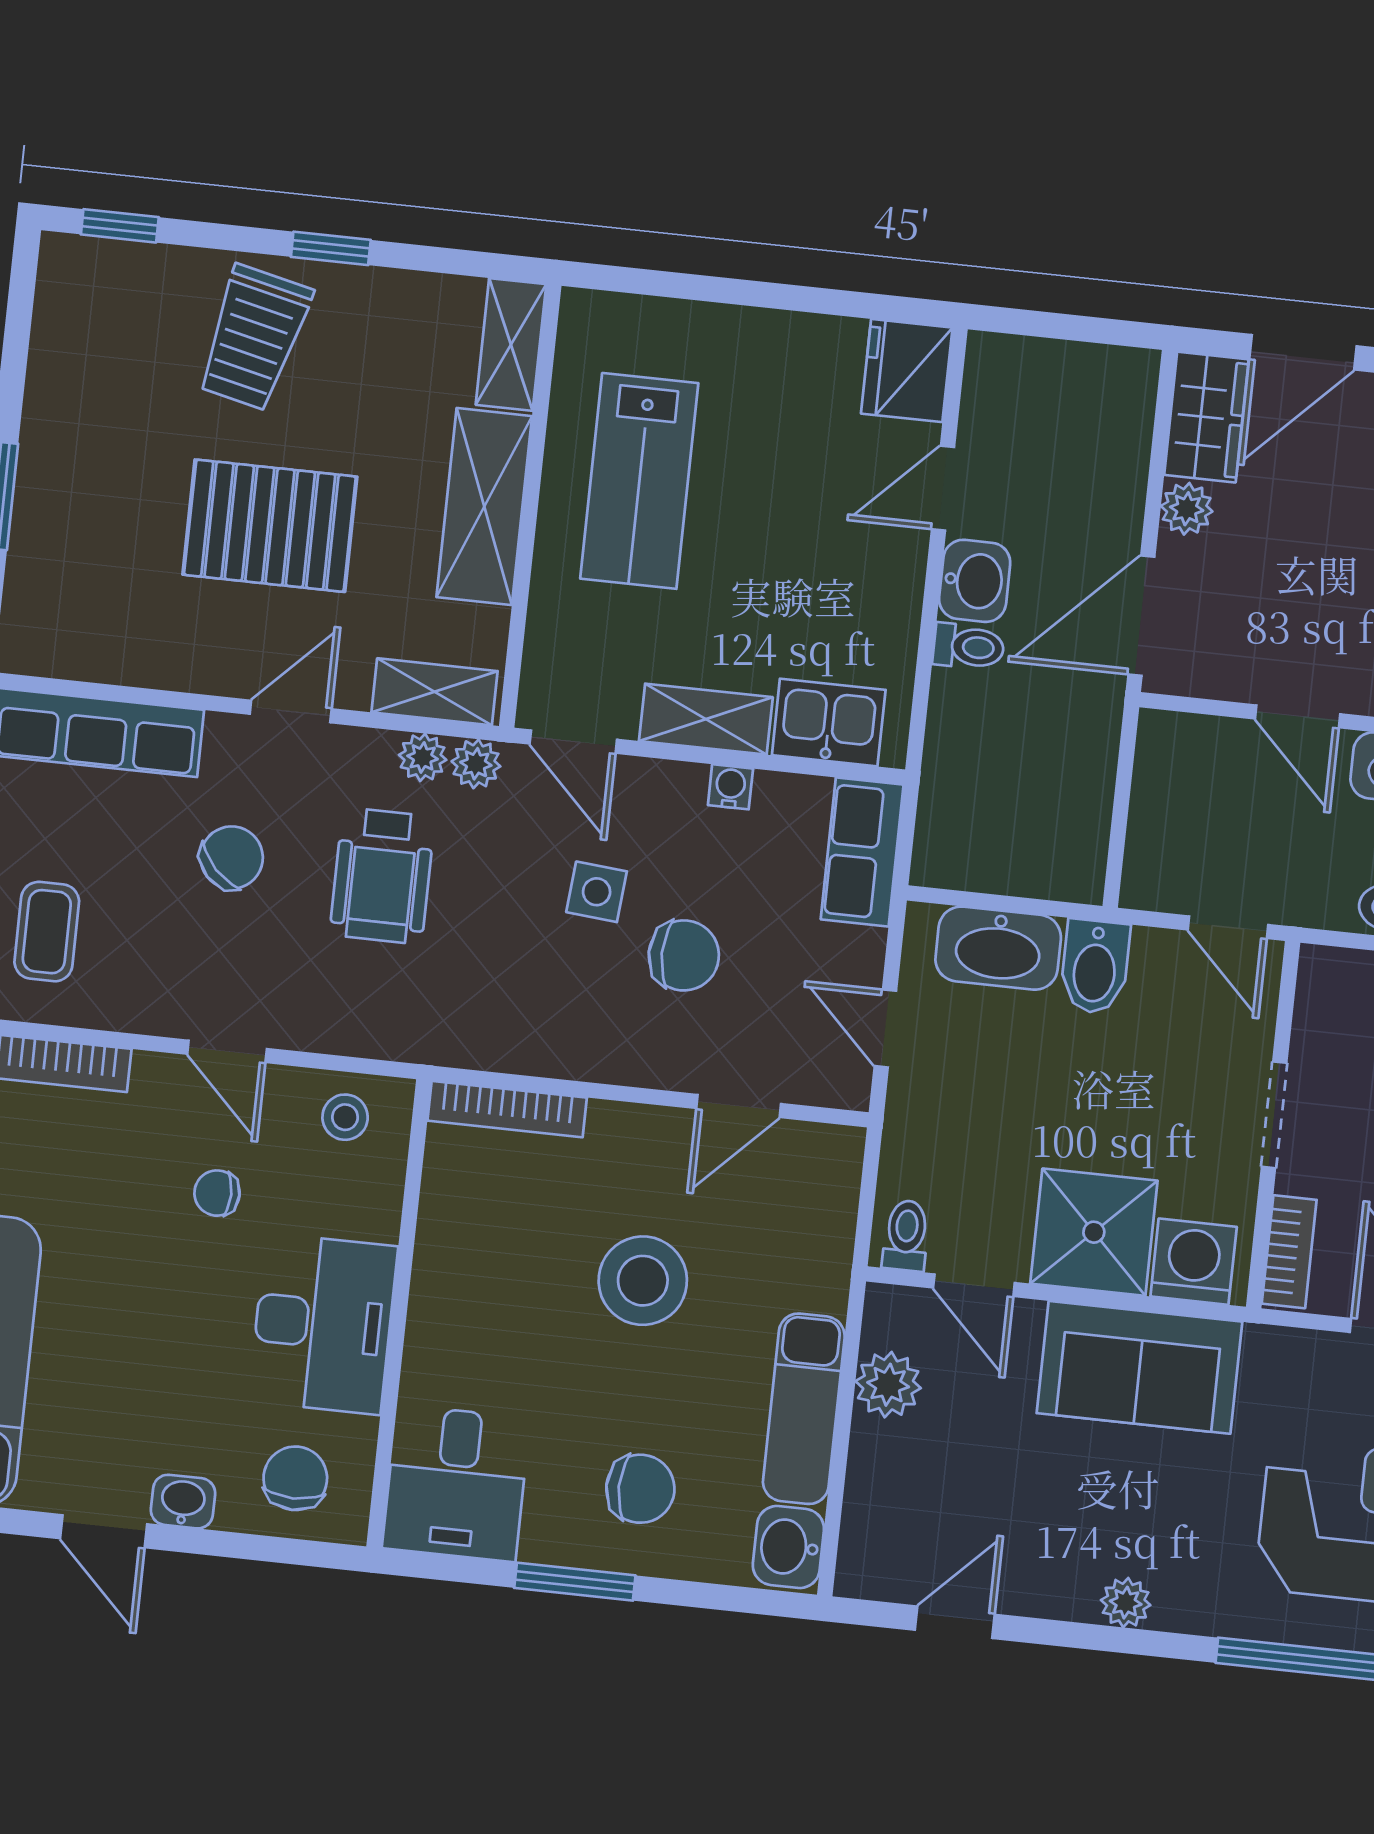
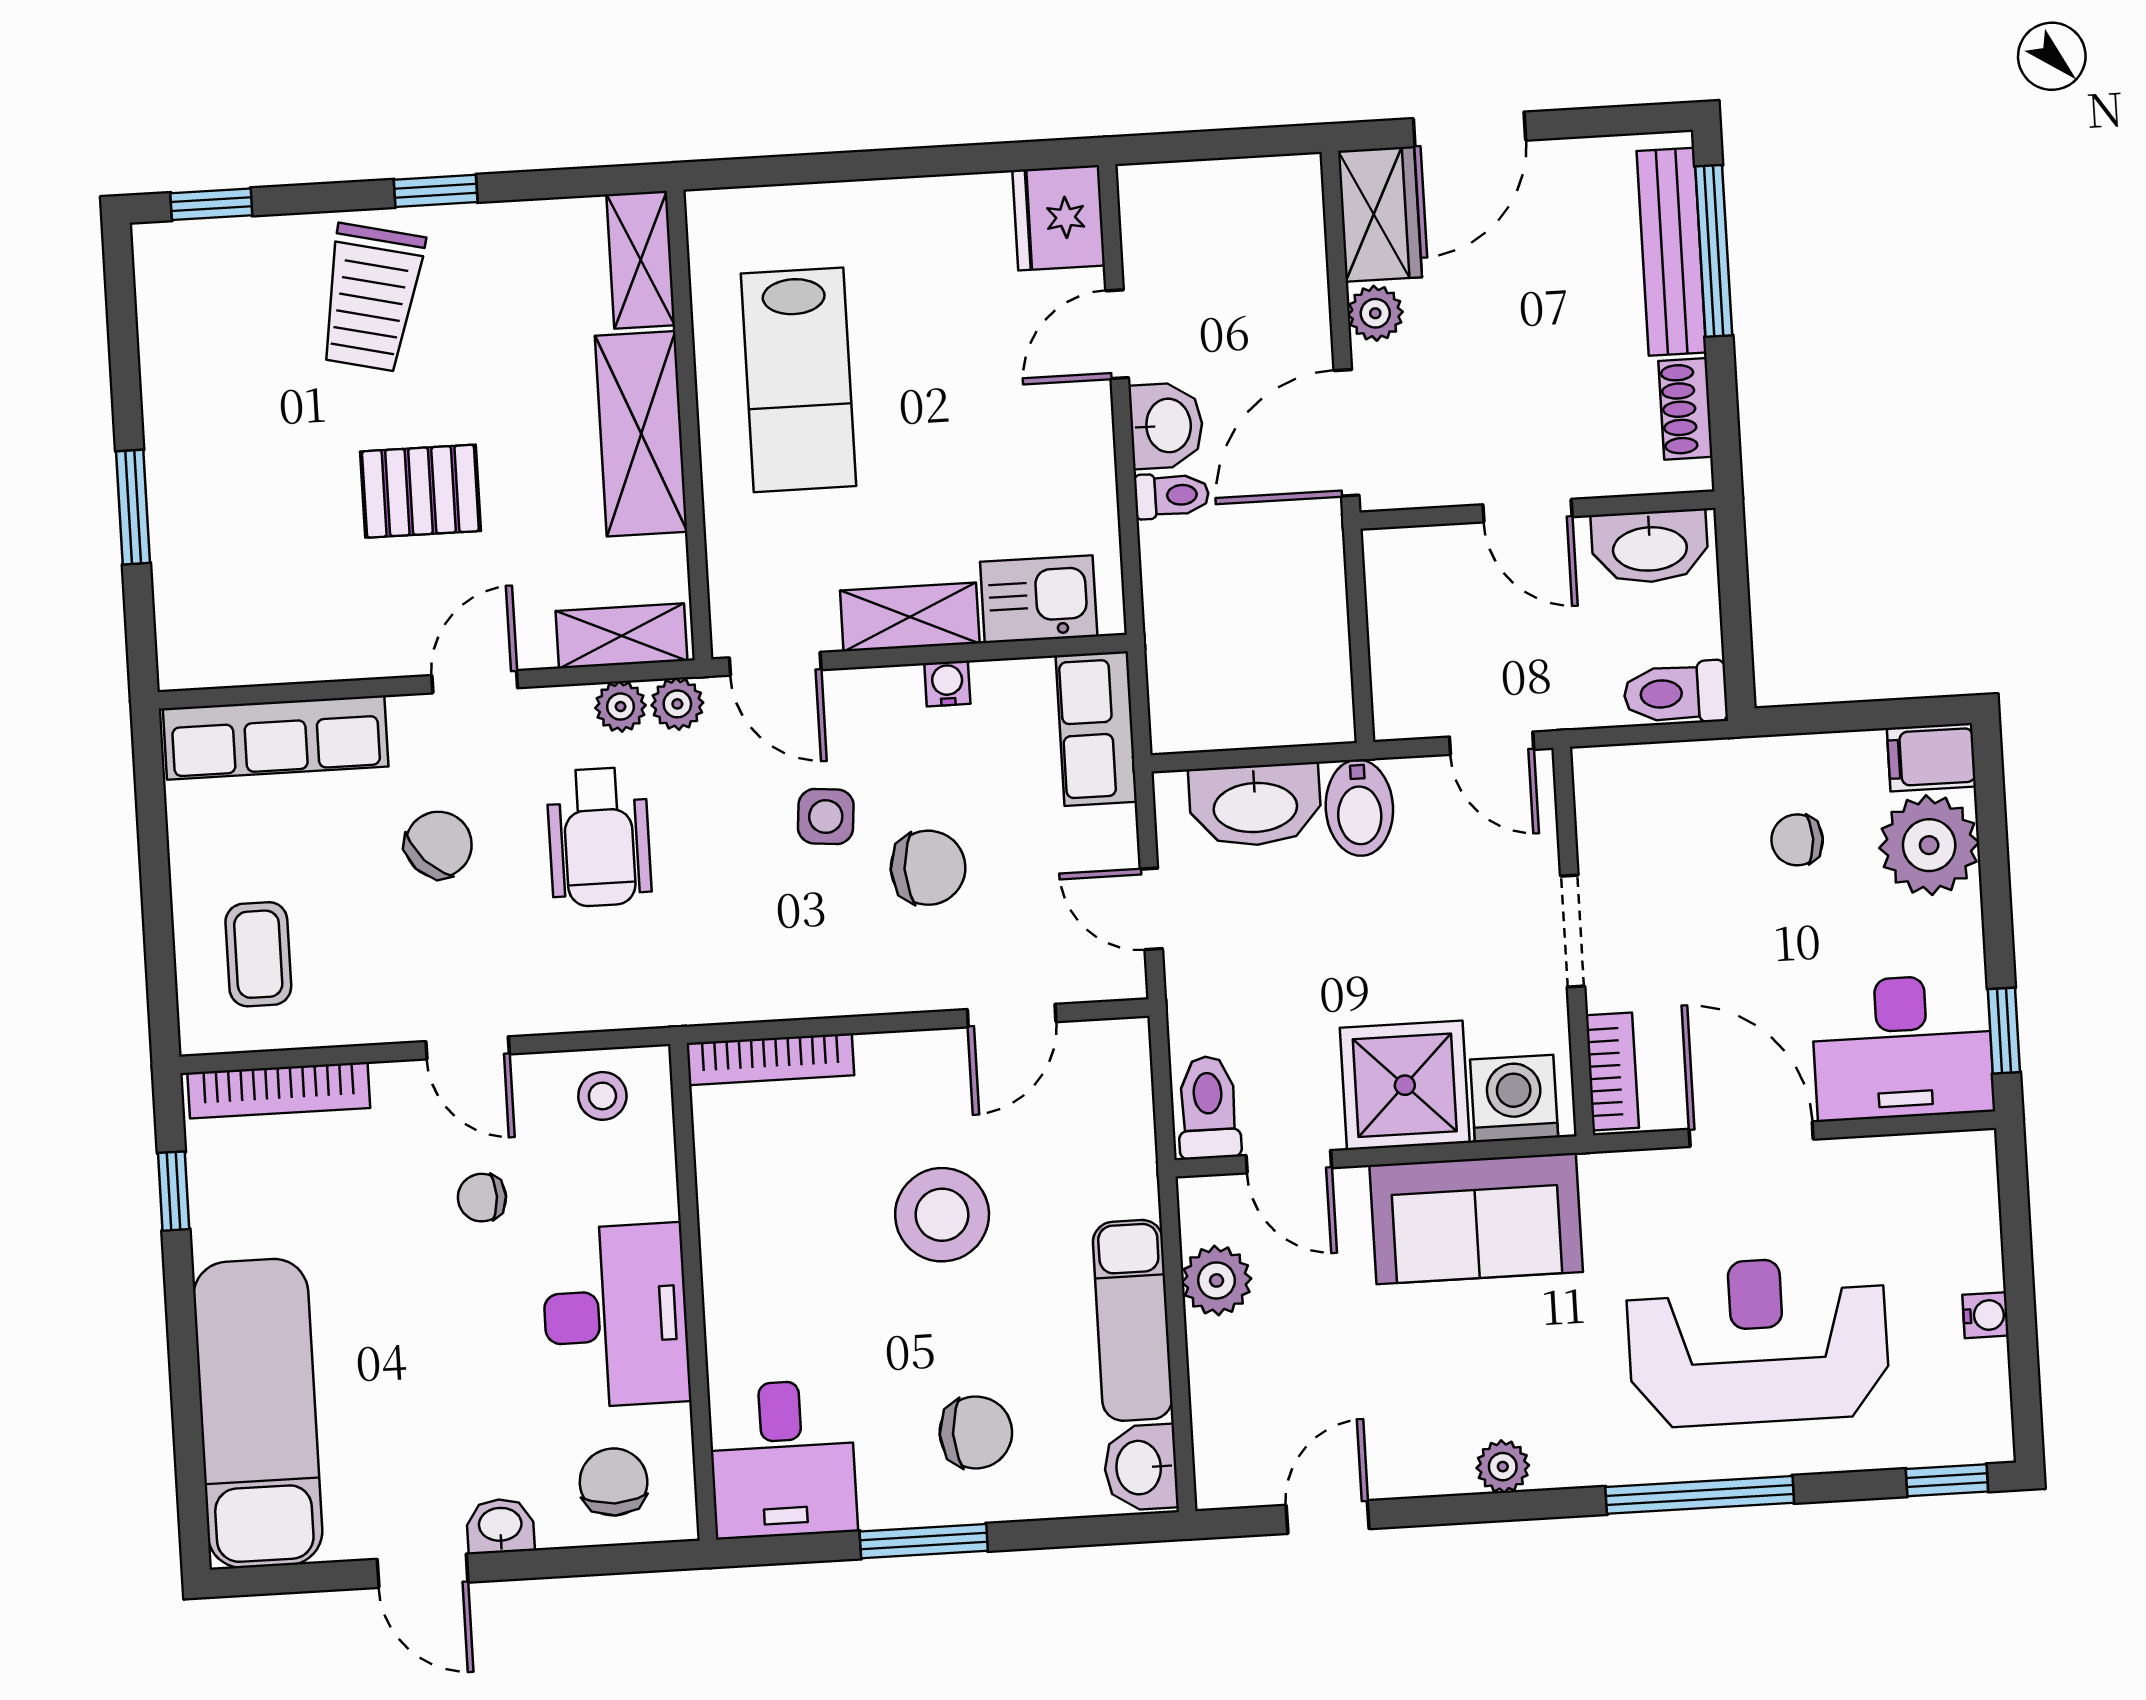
pallet: (270, 526) -> (420, 491), width x0.67, depth x0.71
toilet: (906, 1236) -> (1208, 1107), width x1.37, depth x1.39

